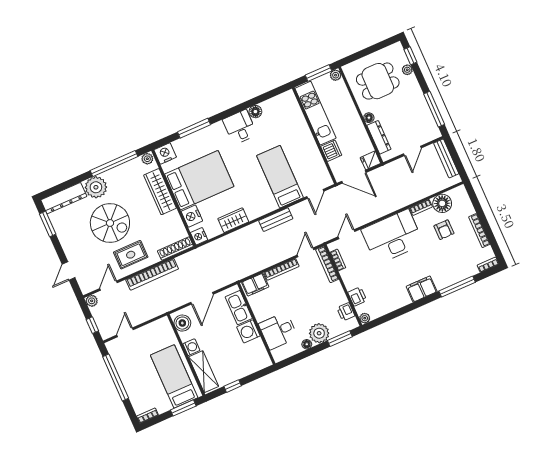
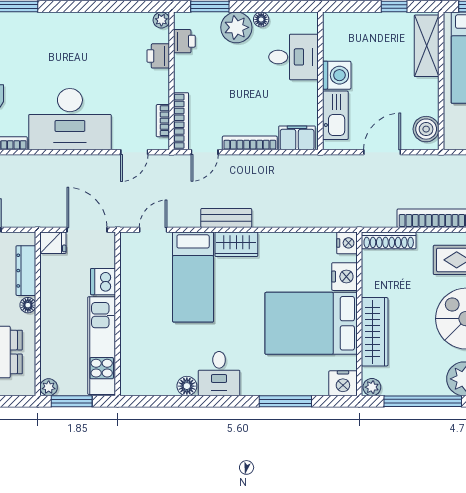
wardrobe: (233, 220) -> (236, 244), moved
filing cabinet: (422, 289) -> (61, 26), removed
washing machine: (191, 347) -> (429, 89), removed

